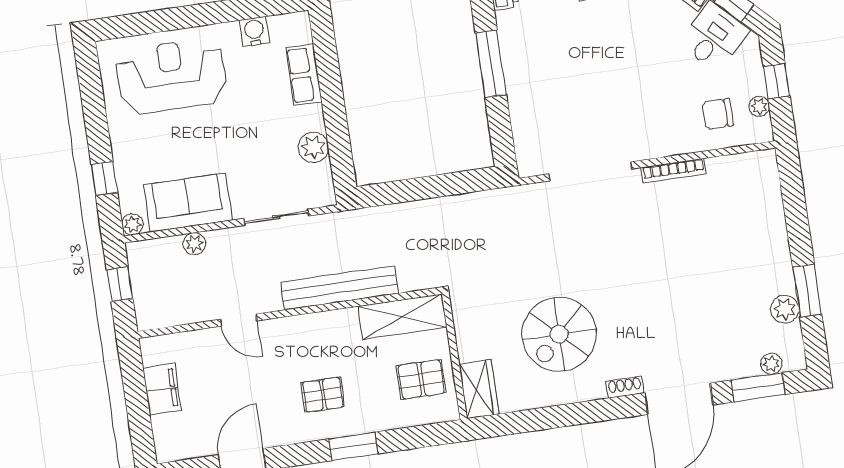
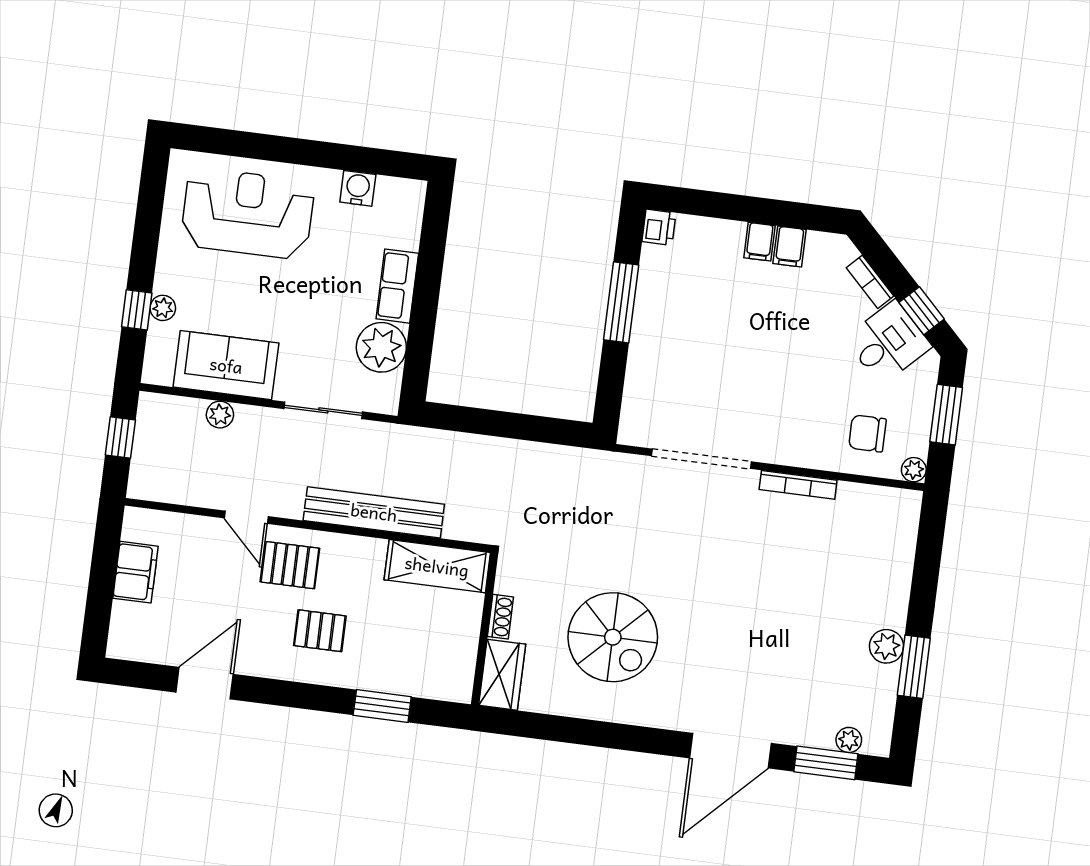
row of seats: (304, 75) -> (397, 286), moved
window: (777, 81) -> (946, 415), width x1.50
plant: (759, 106) -> (914, 470), moved
plant: (313, 147) -> (381, 347), width x1.36, depth x1.36
plant: (132, 224) -> (163, 308), moved
plant: (785, 309) -> (886, 646), moved
spiral stairs: (559, 334) -> (613, 637), turned -90
pallet: (421, 379) -> (290, 565), moved
shoe rack: (625, 387) -> (500, 617), moved, turned 90
window: (353, 446) -> (382, 706), moved

